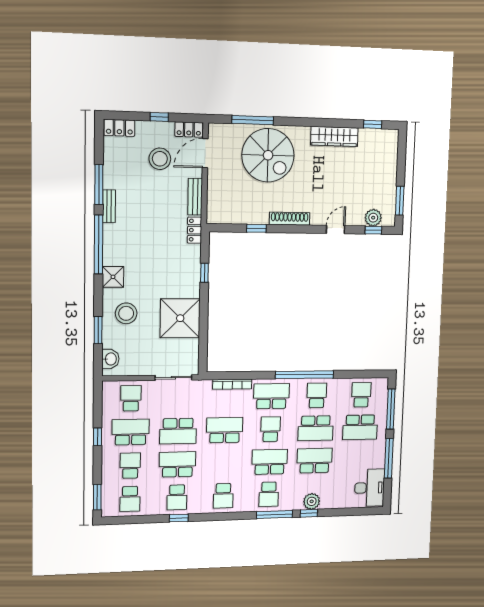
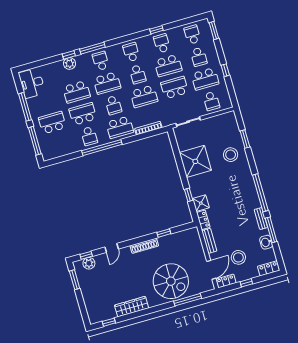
spiral stairs: (268, 155) -> (171, 281), turned 180
shower: (113, 277) -> (201, 203), moved
washbasin: (110, 359) -> (266, 242), moved
school desk: (361, 395) -> (138, 74), moved

